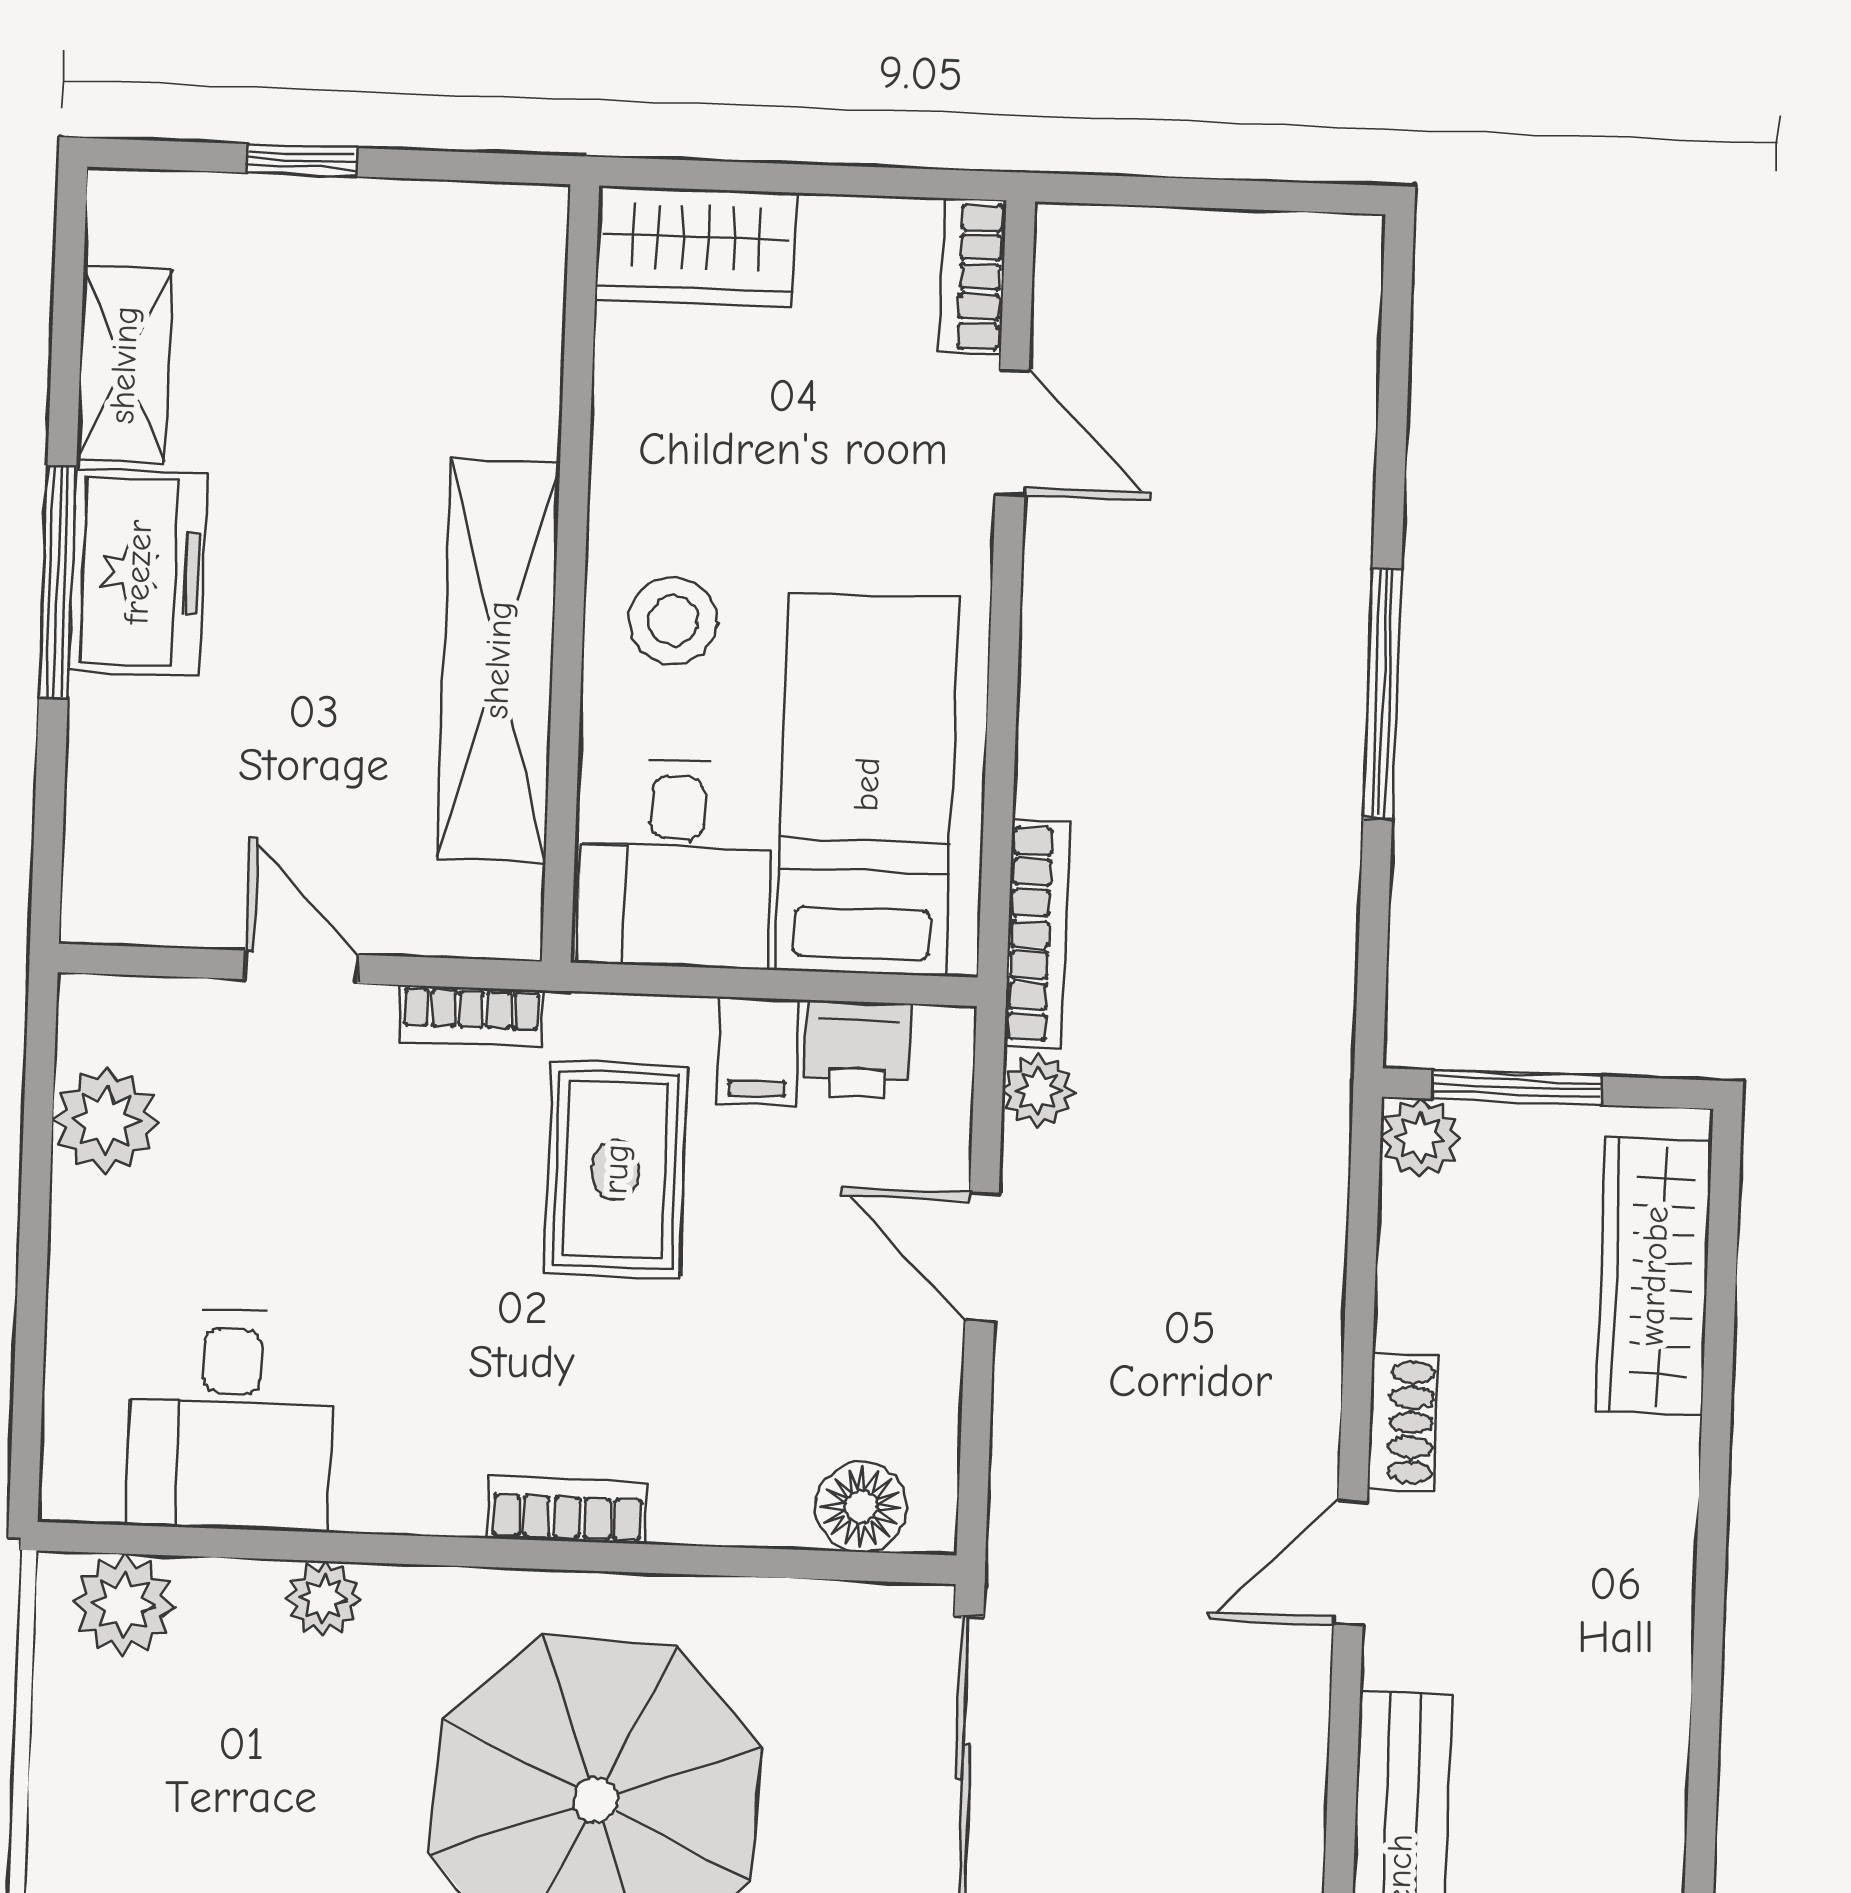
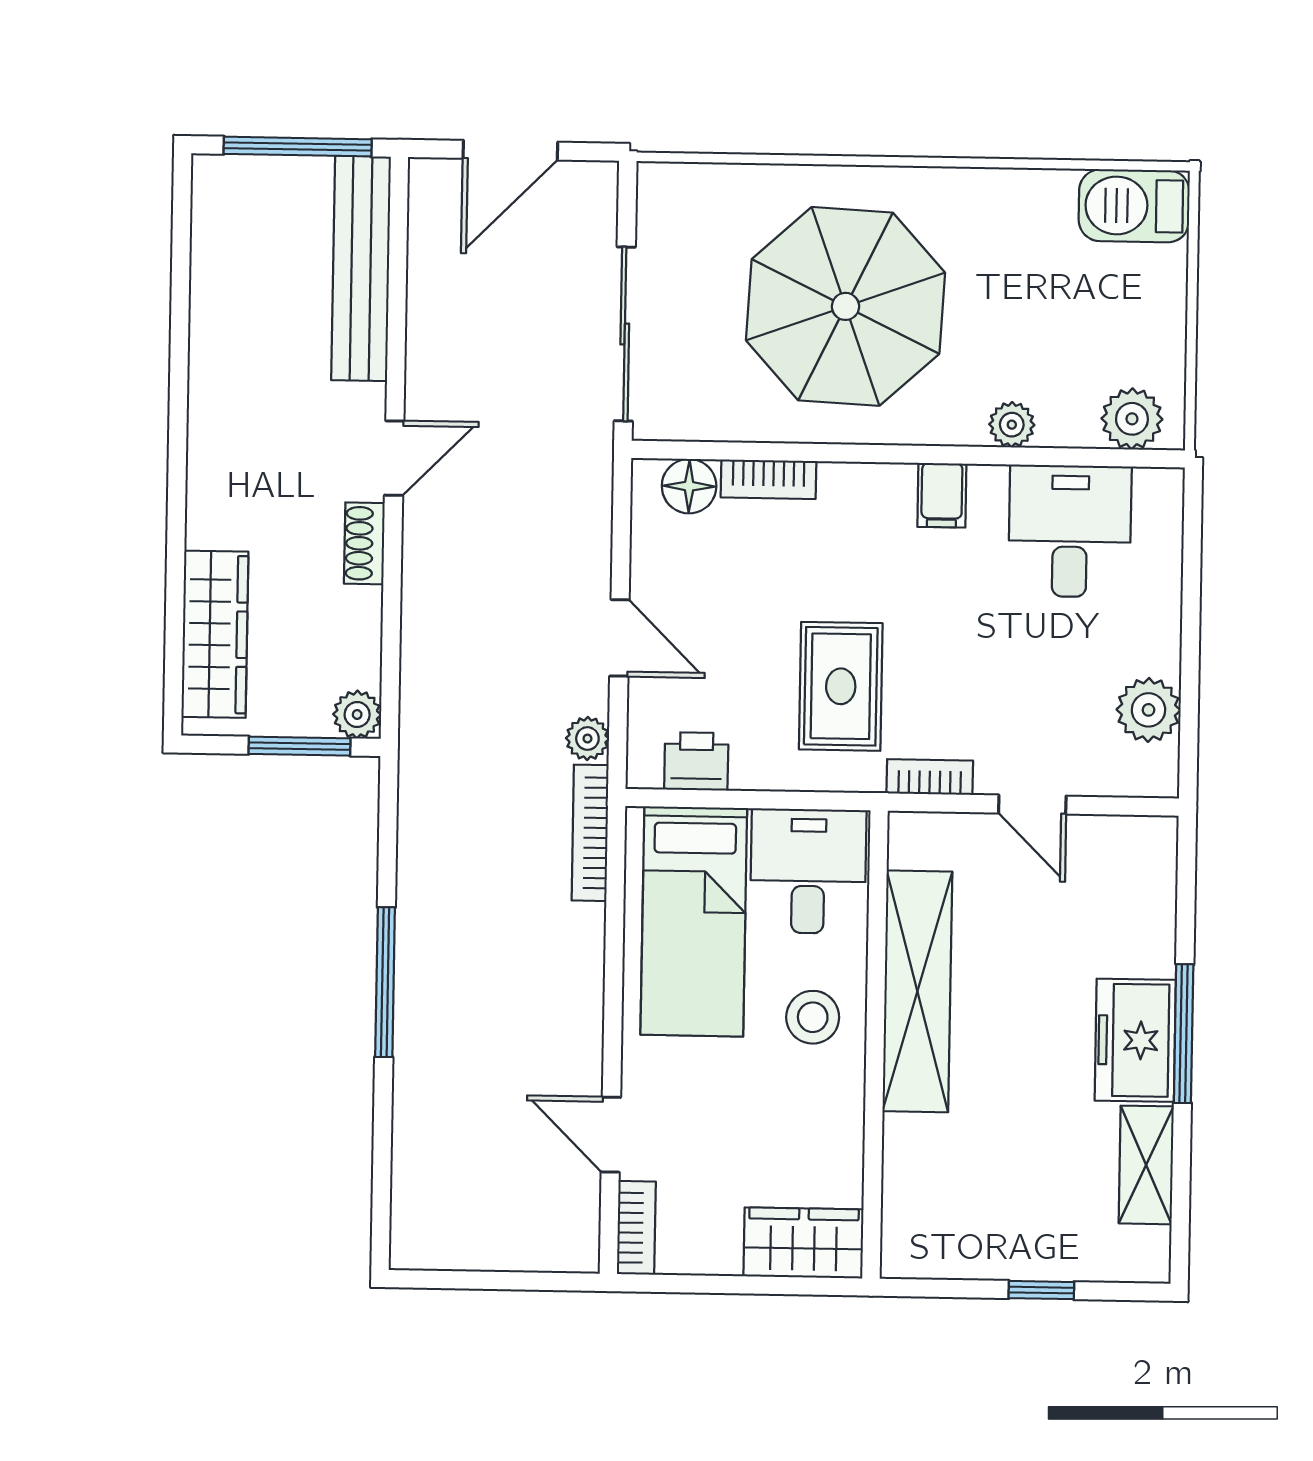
filing cabinet: (758, 1051) -> (942, 495), moved, turned 180
bookcase: (567, 1510) -> (768, 479), moved

